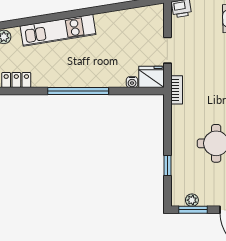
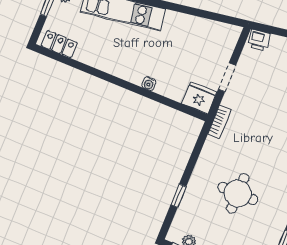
water cooler: (132, 82) -> (149, 84), moved
window: (78, 91) -> (118, 82), removed

